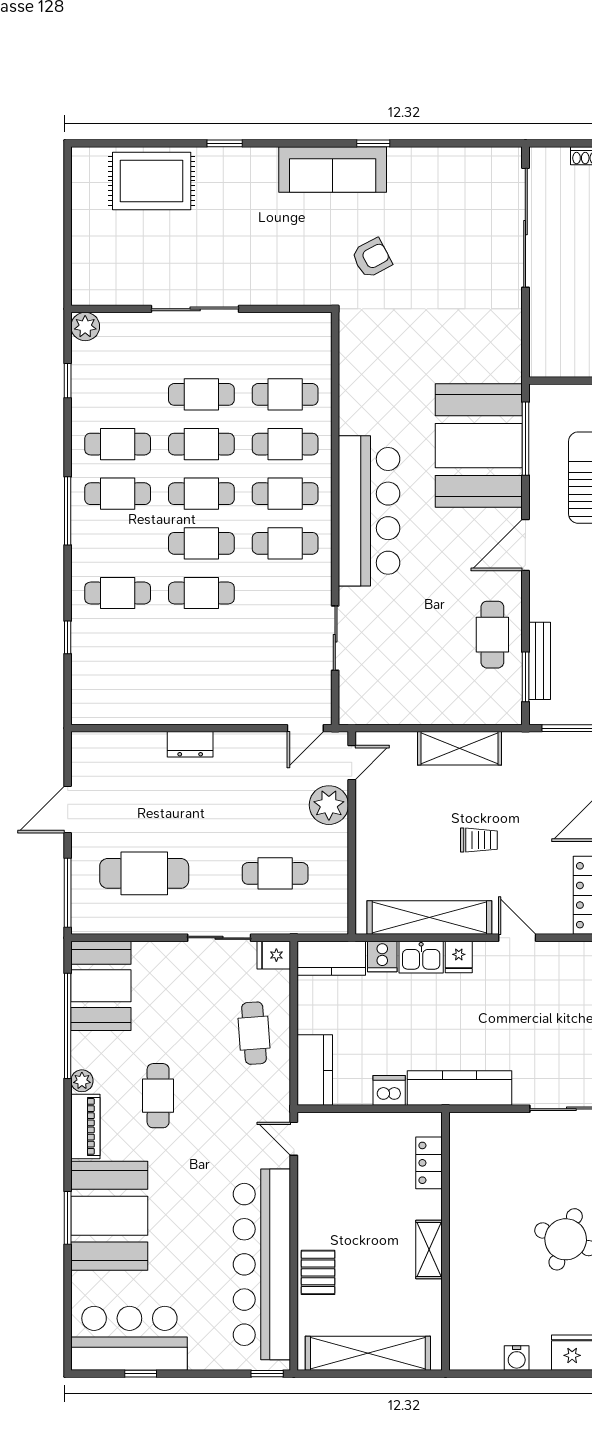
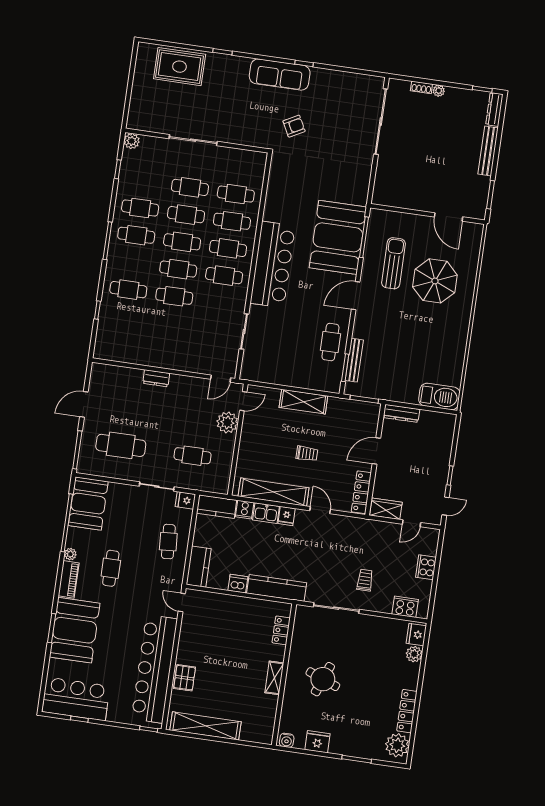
locker: (429, 1163) -> (281, 630), moved
wall: (445, 1241) -> (284, 675), moved
shelving: (429, 1250) -> (274, 678), moved

